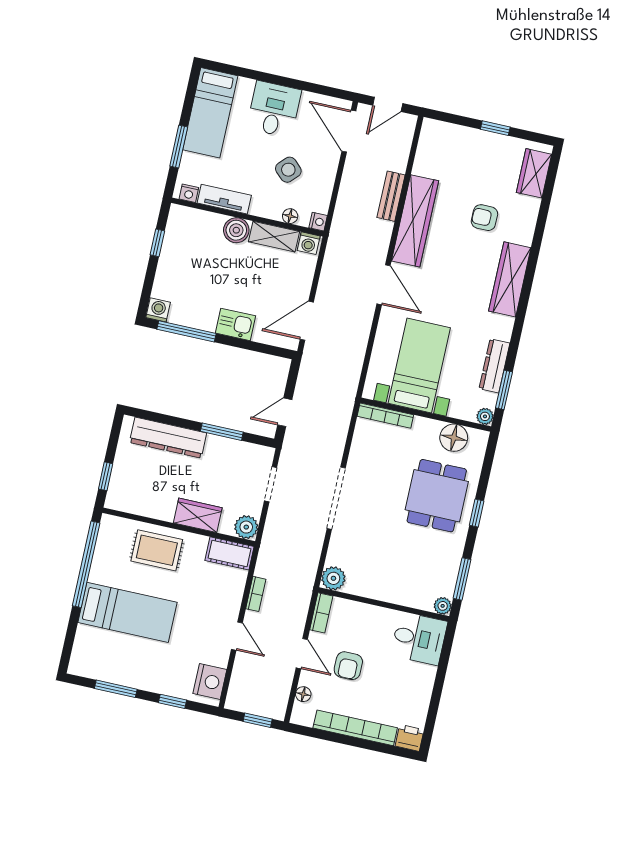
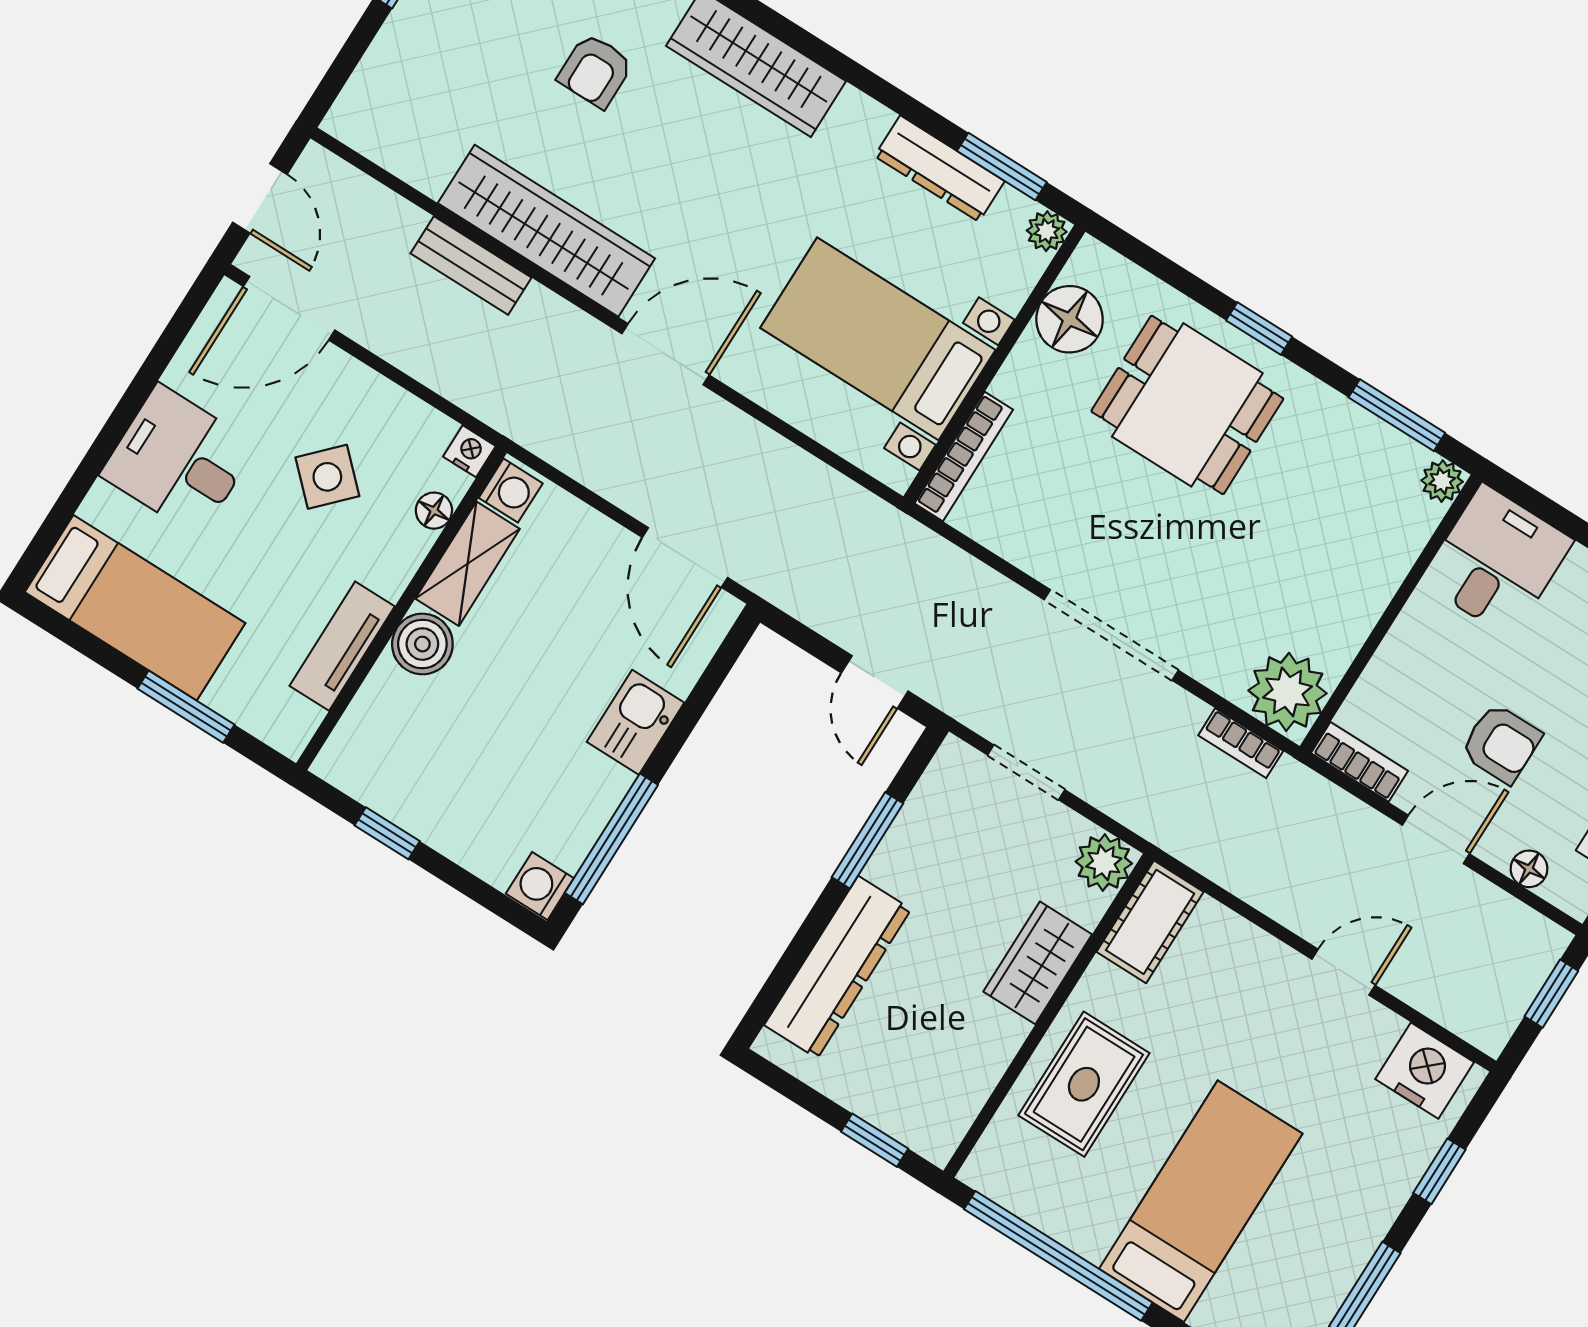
nightstand: (189, 193) -> (300, 721), removed
plant: (333, 578) -> (1288, 692), width x1.36, depth x1.36
bookcase: (256, 594) -> (1241, 743), moved, turned 180

